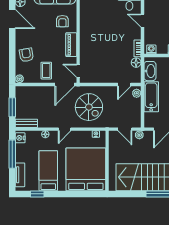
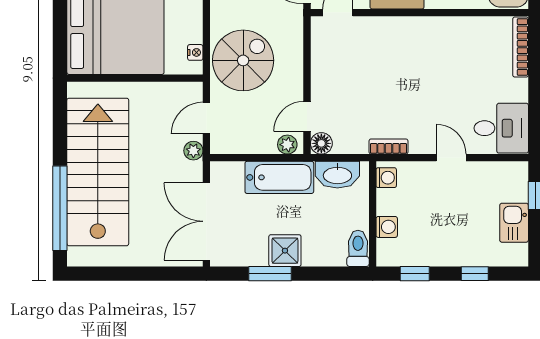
door: (142, 21) -> (451, 158), hinge flipped
floor lamp: (136, 63) -> (321, 143), moved
door: (124, 84) -> (307, 116), hinge flipped
spiral stairs: (89, 107) -> (243, 60), moved, turned 180

